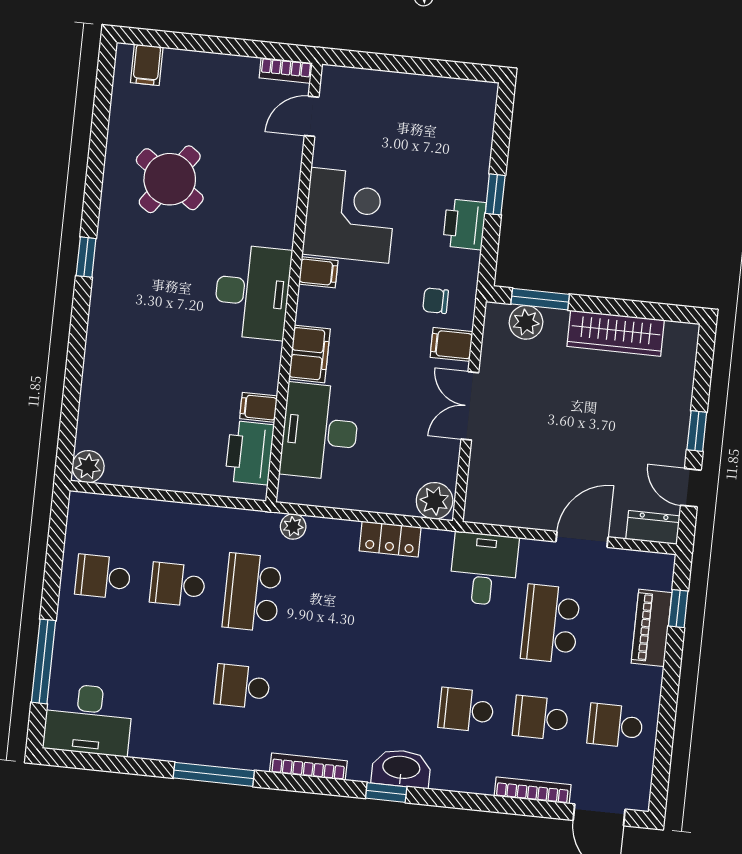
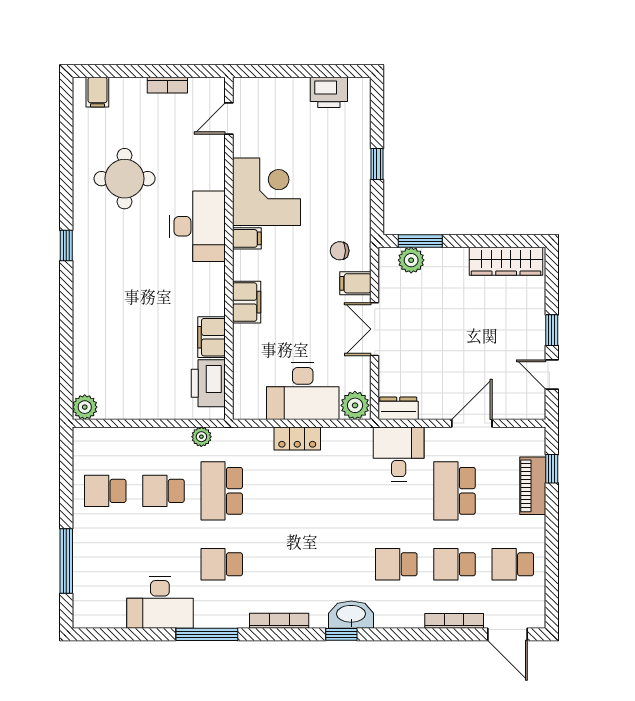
bookcase: (286, 70) -> (167, 85), moved
round table: (170, 179) -> (125, 179), turned -35
printer: (464, 224) -> (329, 92), moved, turned -90
desk: (252, 292) -> (197, 226), moved
wardrobe: (616, 333) -> (506, 261), moved
filing cabinet: (258, 407) -> (212, 337), width x2.00
desk: (320, 432) -> (303, 391), moved, turned -90
plant: (293, 527) -> (201, 437), moved
dresser: (653, 528) -> (398, 408), moved
locker: (390, 539) -> (297, 438), moved
desk: (88, 720) -> (160, 602), moved

